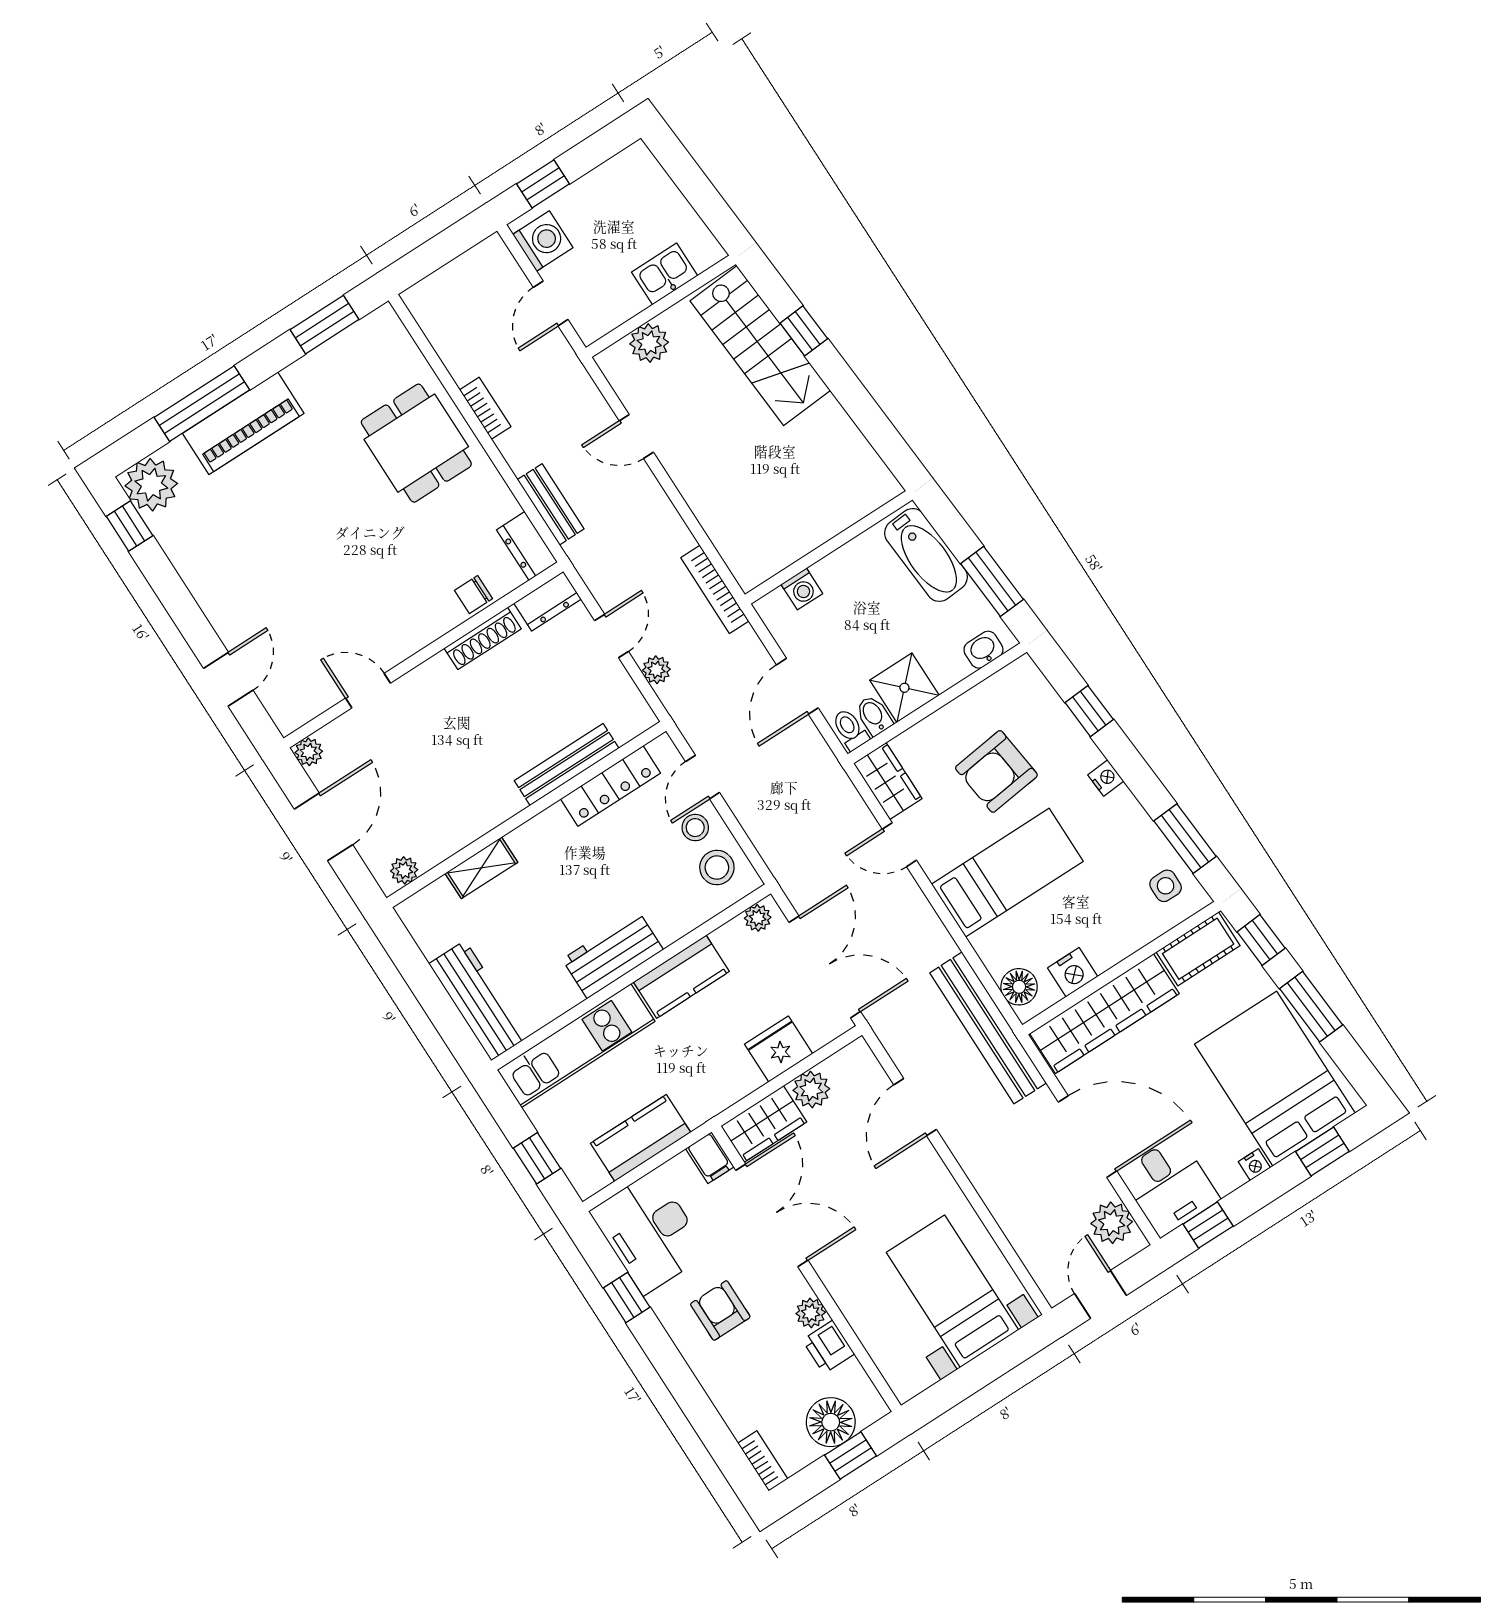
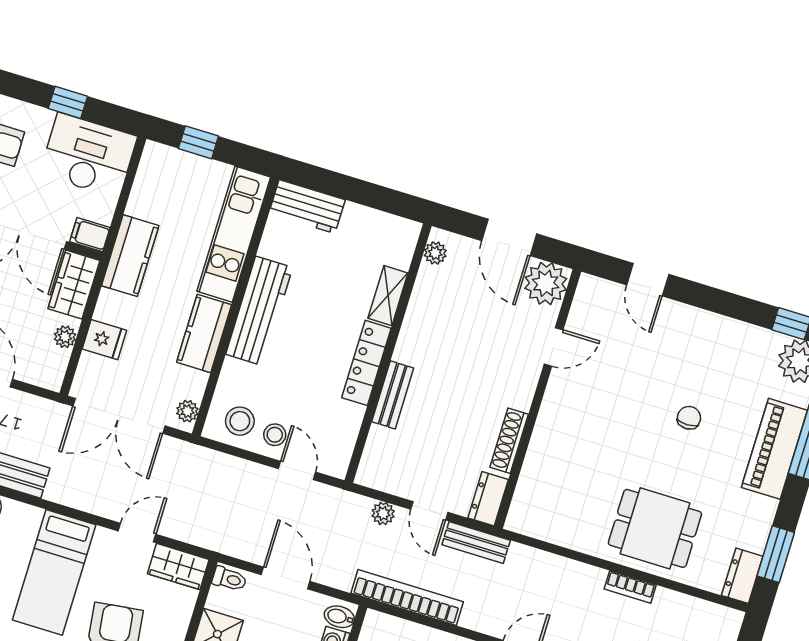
bench: (551, 504) -> (476, 543), moved
dresser: (527, 546) -> (742, 576), moved, turned -90
bookcase: (715, 589) -> (407, 597), width x1.48, depth x1.31
chair: (473, 595) -> (689, 418), moved
bidet: (874, 715) -> (339, 617), moved, turned 180
plant: (309, 752) -> (546, 283), width x1.87, depth x1.87
bench: (567, 765) -> (393, 395), width x0.73
locker: (610, 786) -> (366, 363), moved
workbench: (613, 955) -> (259, 311), width x1.38
workbench: (478, 1001) -> (307, 207), width x0.73
fridge: (779, 1049) -> (104, 340), width x0.72
plant: (811, 1089) -> (65, 337), width x0.73, depth x0.73
kitchen counter: (641, 1138) -> (130, 256), moved

